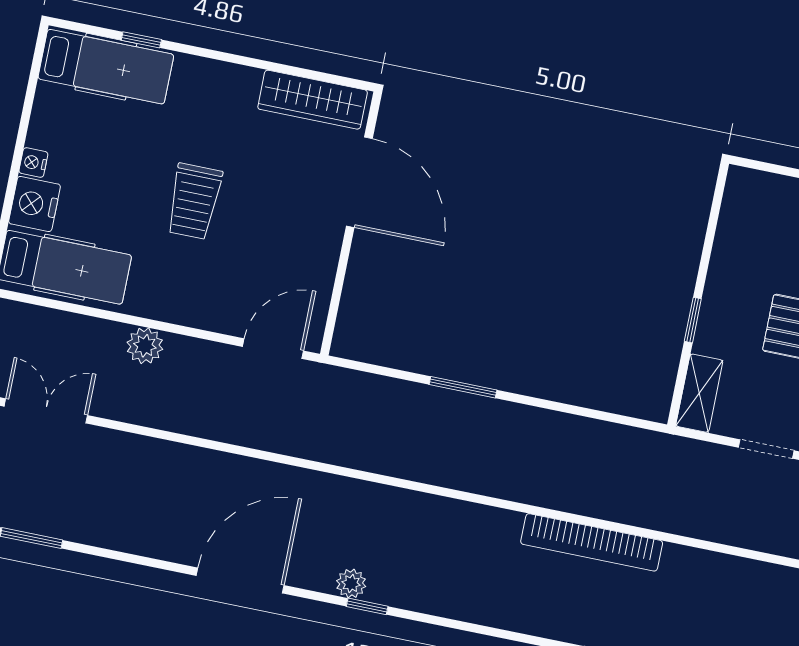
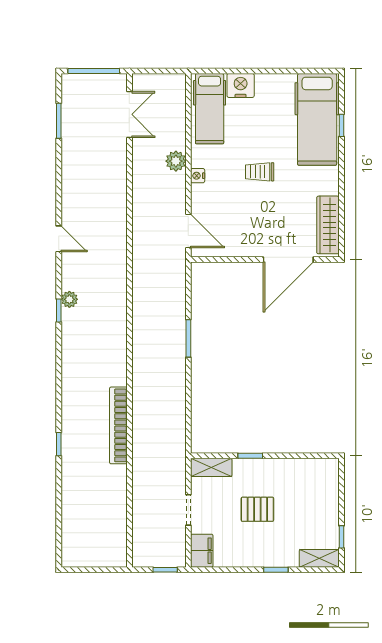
hospital bed: (106, 67) -> (317, 119), width x1.37, depth x1.29
nightstand: (33, 162) -> (198, 176), moved, turned -90
trolley: (194, 201) -> (260, 172), width x0.73, depth x0.72
door: (240, 581) -> (59, 239), width x0.53

